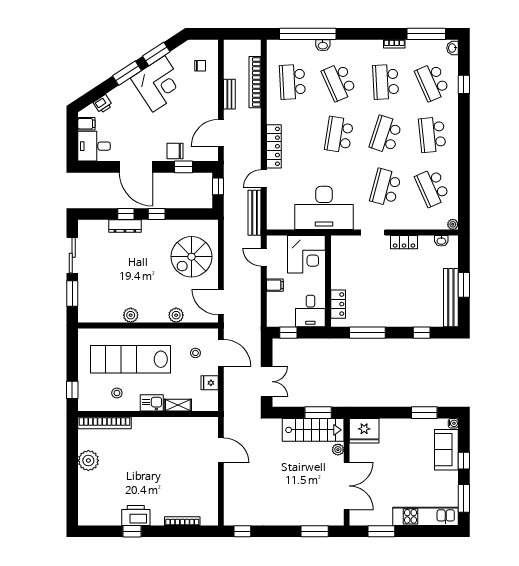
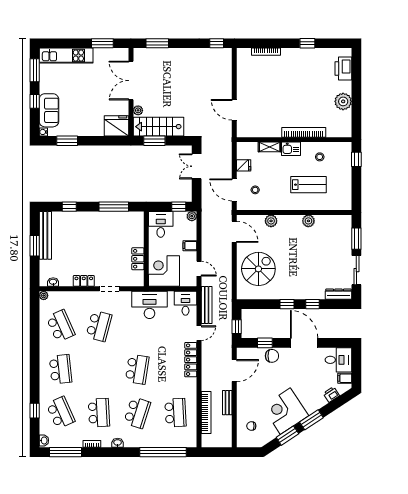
washbasin: (323, 45) -> (118, 443), moved
school desk: (339, 82) -> (137, 413), turned 42
school desk: (386, 135) -> (99, 369), removed
desk: (324, 208) -> (149, 305), width x0.73, depth x0.77
desk: (280, 215) -> (186, 303), added
dresser: (125, 226) -> (339, 294), moved
locker: (338, 304) -> (138, 259), moved
plant: (273, 321) -> (192, 216), added
lab bench: (131, 359) -> (309, 185), width x0.54, depth x0.72
bookcase: (105, 423) -> (304, 132), moved
printer: (136, 515) -> (343, 69), moved, turned 90

